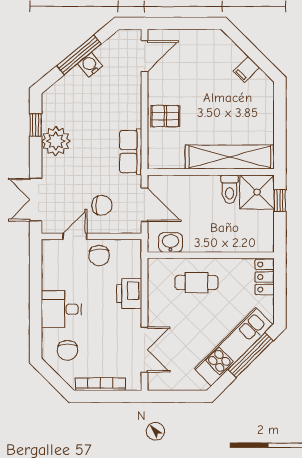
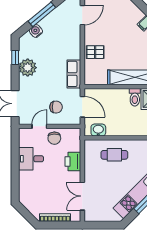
water cooler: (90, 65) -> (36, 31), moved
desk: (61, 309) -> (31, 159), moved
chair: (67, 350) -> (35, 197), removed
double door: (145, 350) -> (82, 196), swing flipped

